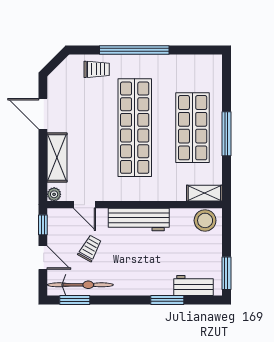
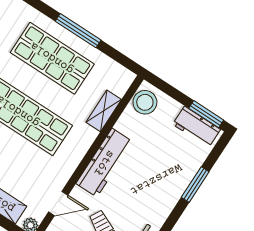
shelving: (204, 193) -> (104, 111), moved
workbench: (193, 285) -> (196, 127), moved, turned -90

